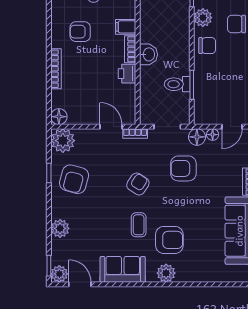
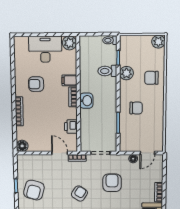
chair: (207, 46) -> (136, 108), moved
printer: (127, 74) -> (71, 127), moved
toilet: (177, 84) -> (107, 71), moved
floor lamp: (197, 137) -> (122, 160), removed
plant: (63, 141) -> (25, 163), removed
armchair: (183, 168) -> (112, 183), turned 90

